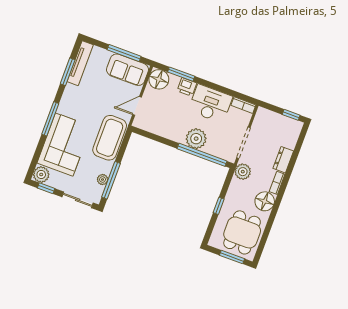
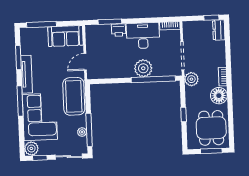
window: (124, 53) -> (41, 24), moved
tv unit: (80, 63) -> (27, 74), moved
floor lamp: (159, 79) -> (94, 33), removed
dresser: (283, 160) -> (219, 30), moved

